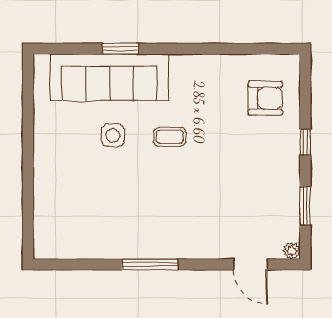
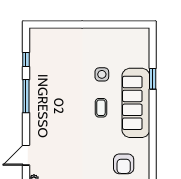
sofa: (109, 77) -> (136, 103), moved
window: (88, 264) -> (26, 60), added

